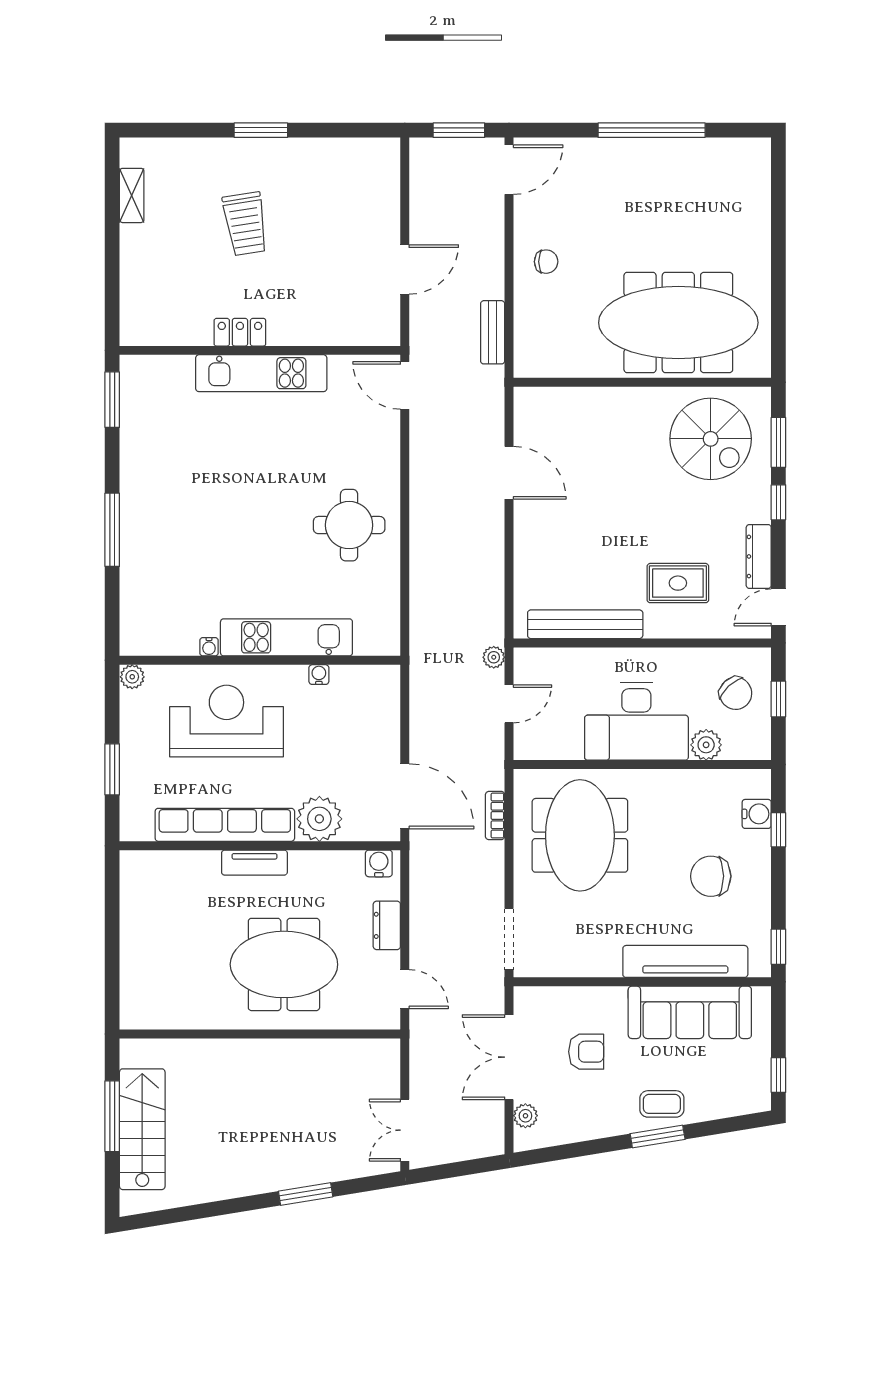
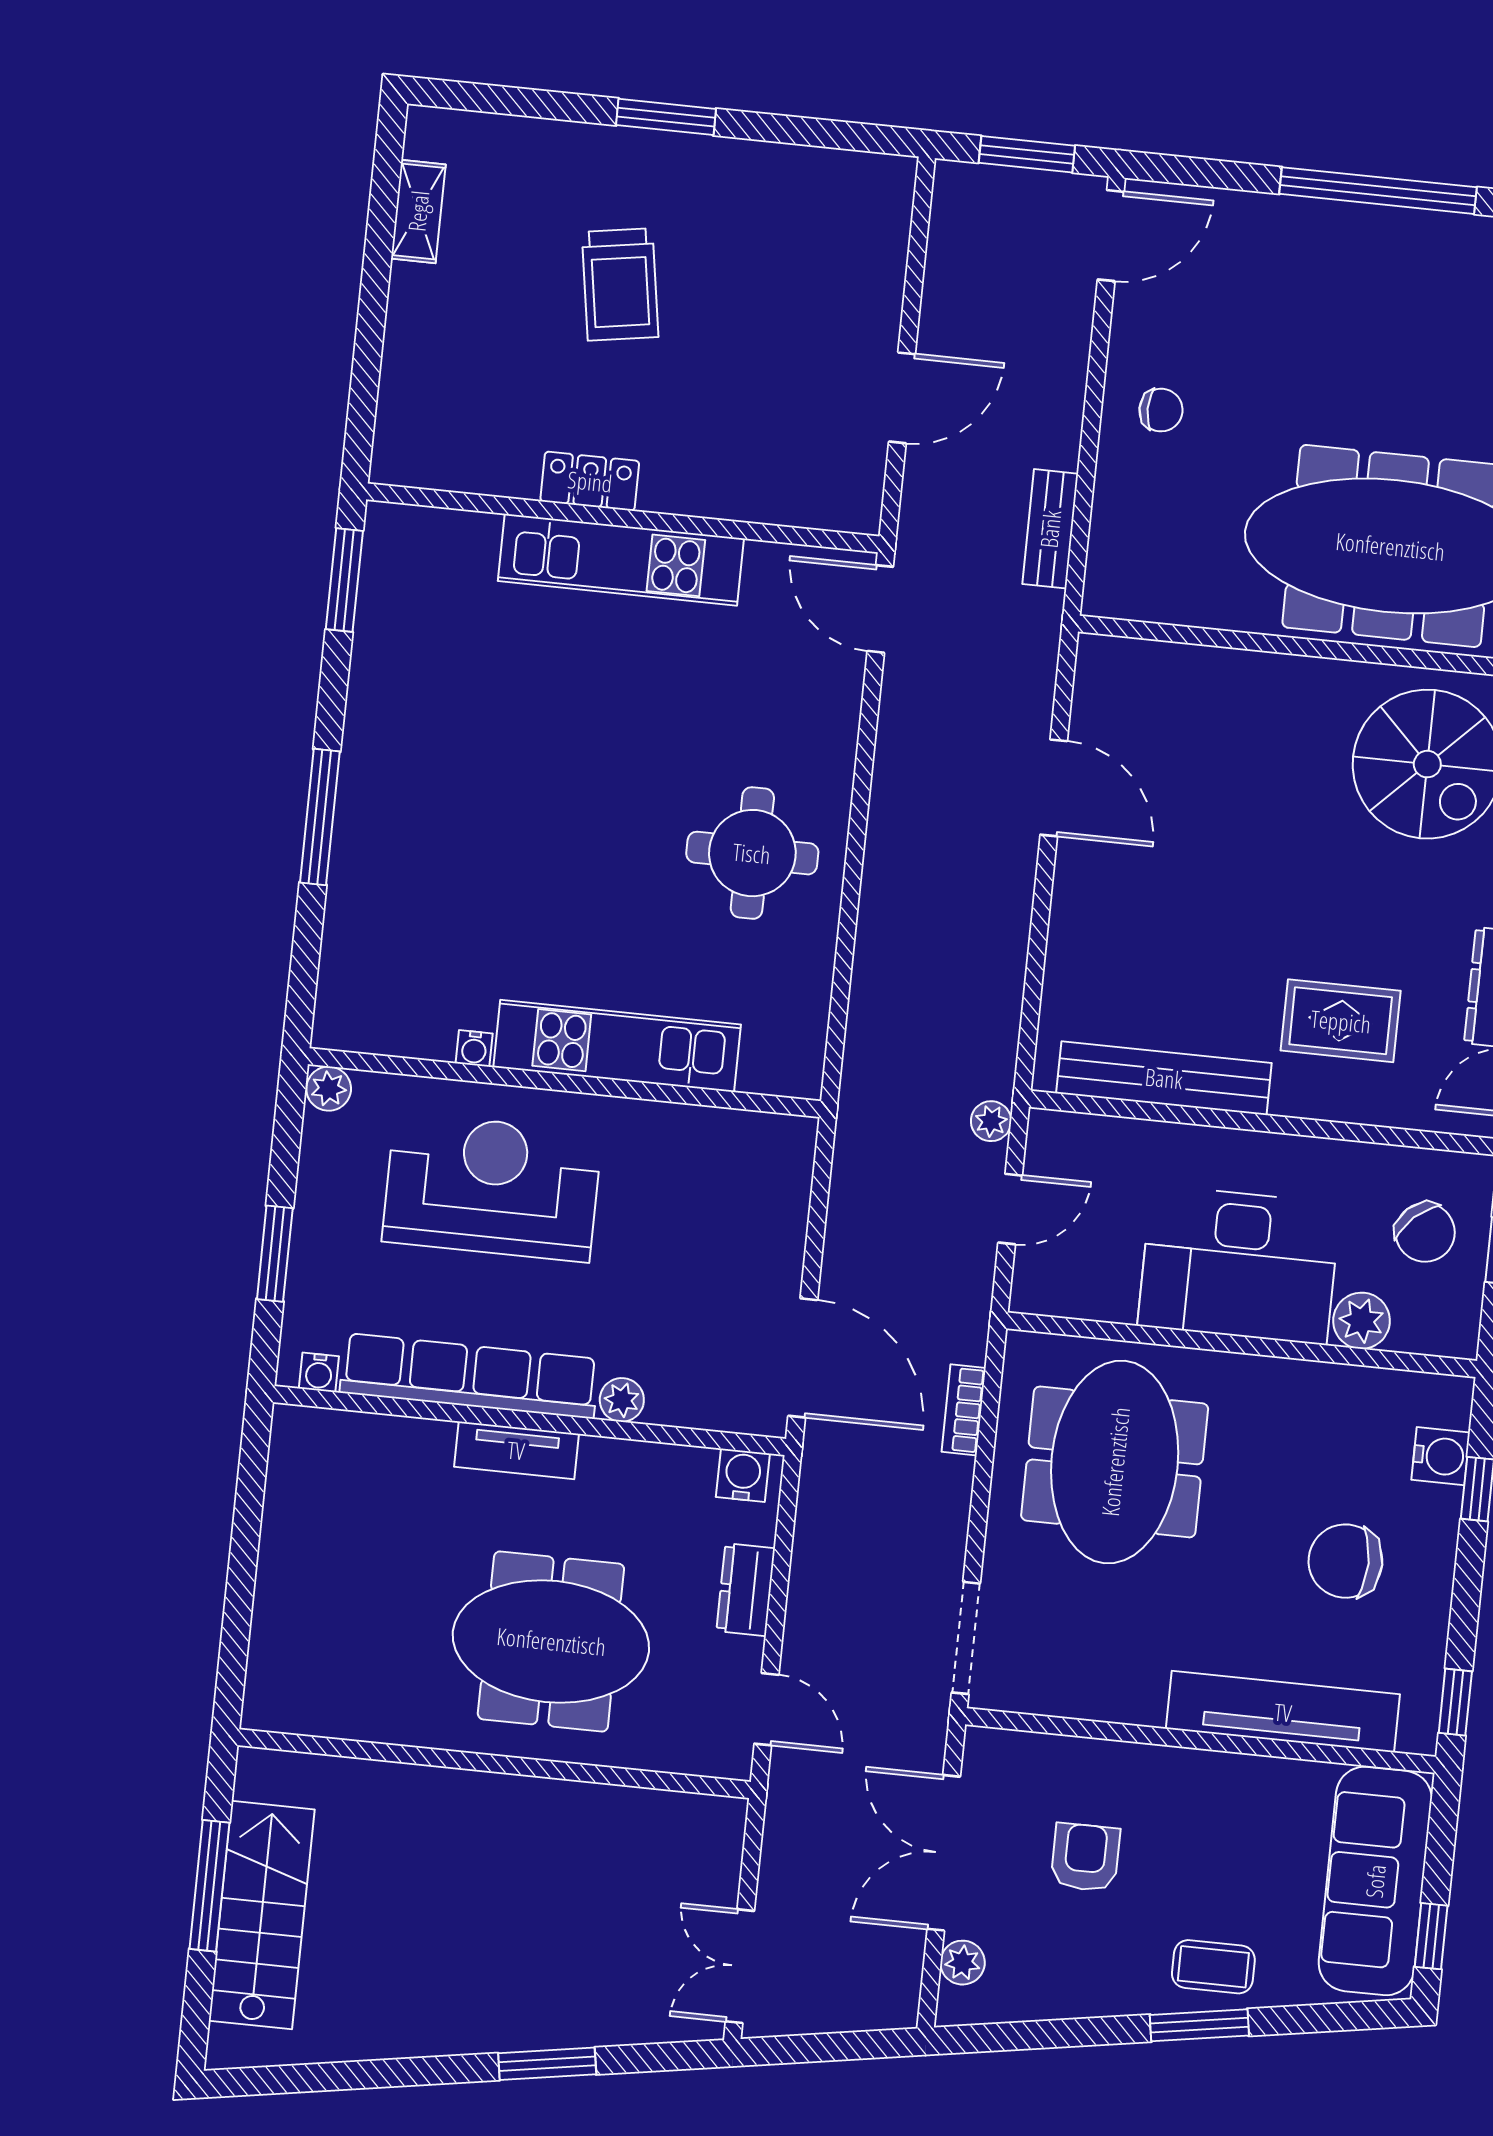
water cooler: (319, 675) -> (319, 1372), moved, turned 180
plant: (319, 819) -> (622, 1400), width x0.53, depth x0.53
sofa: (690, 1012) -> (1375, 1881), moved, turned 90
armchair: (586, 1052) -> (1085, 1857), turned -90

